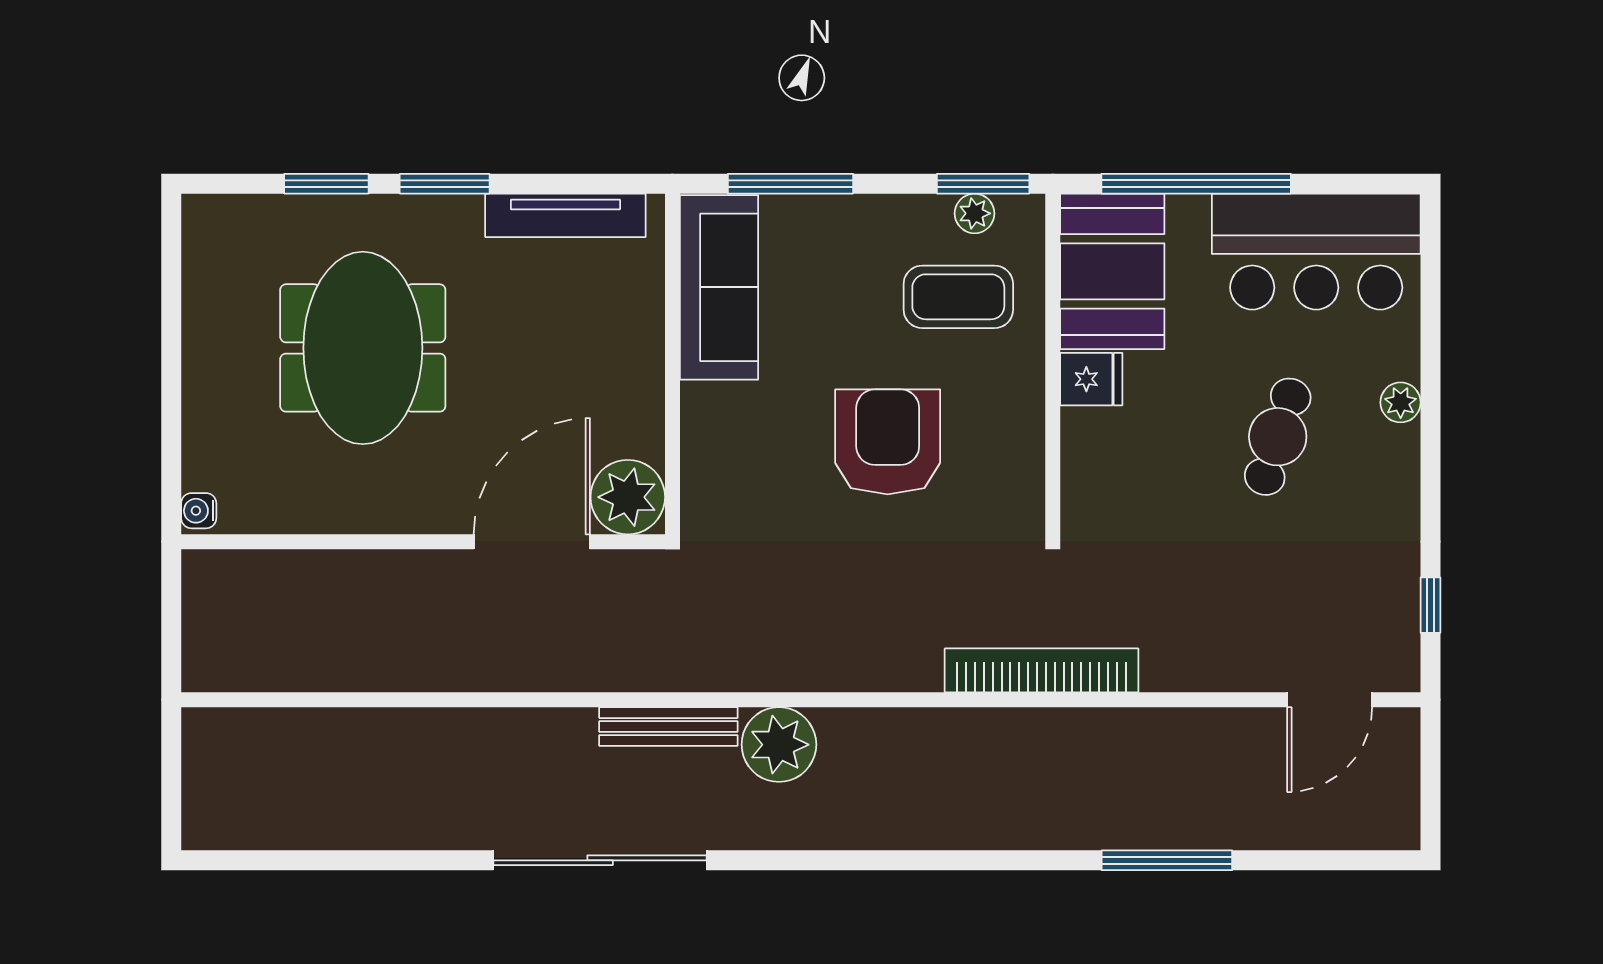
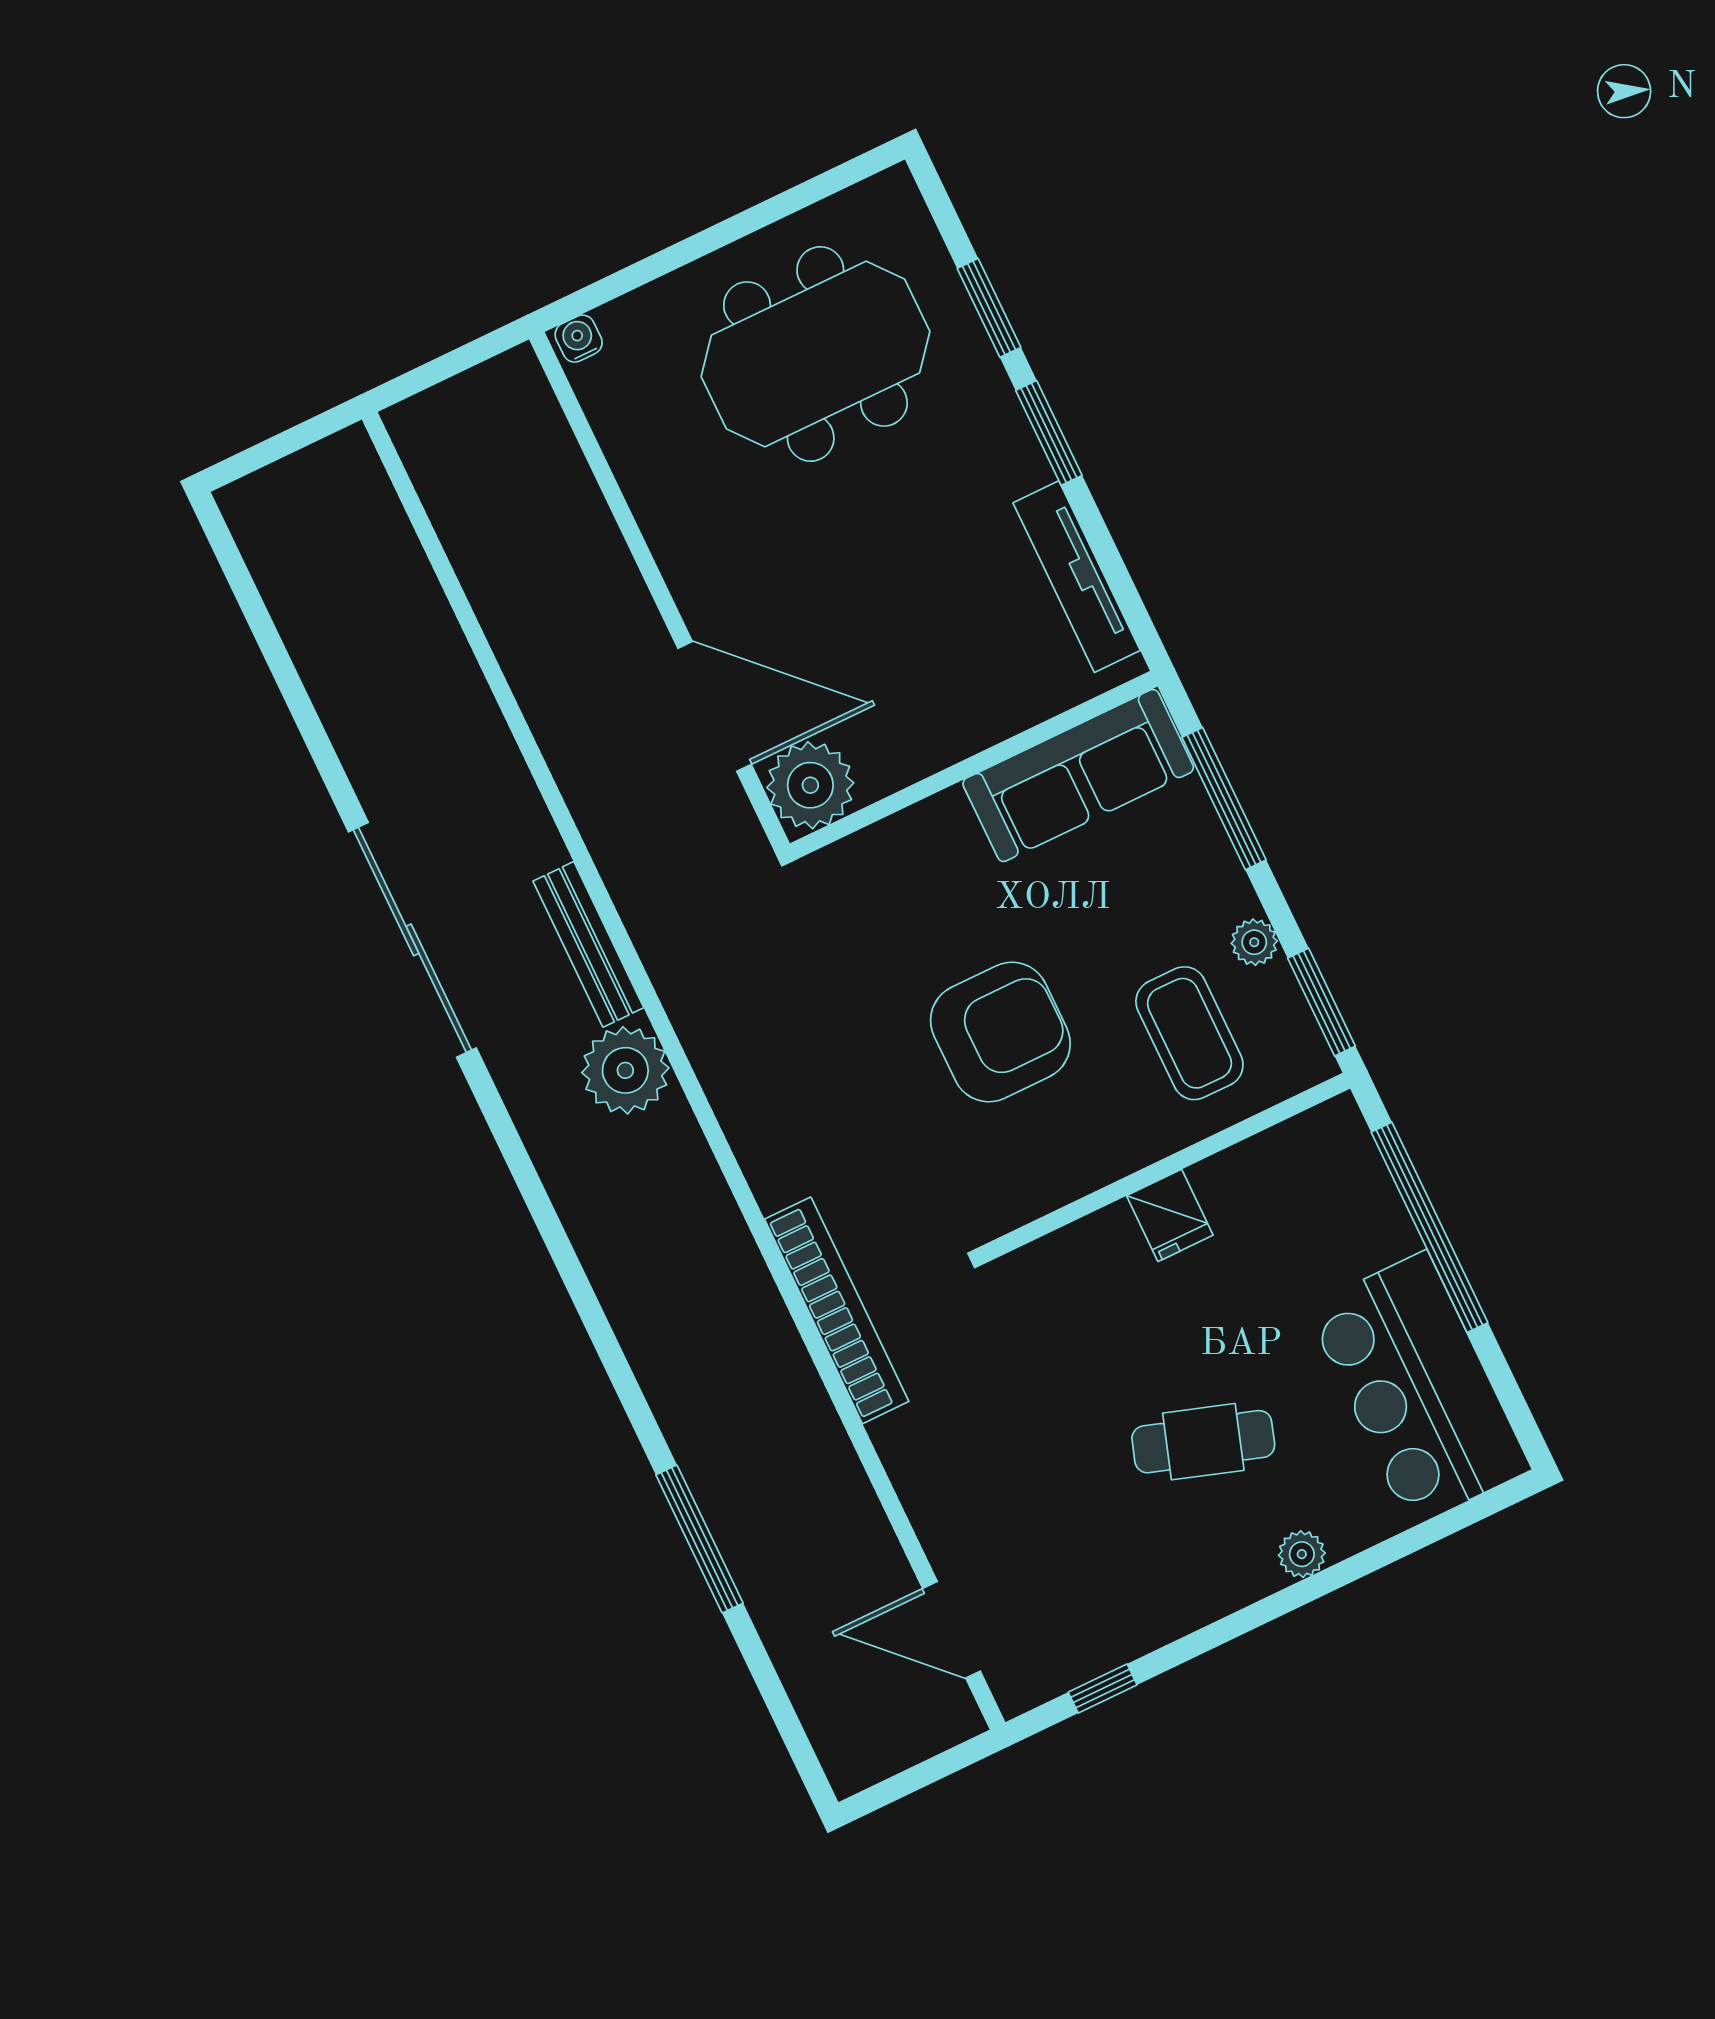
plant: (975, 213) -> (1254, 942), moved
booth: (1112, 271) -> (1294, 1183), removed
meeting table: (363, 348) -> (815, 354), moved

